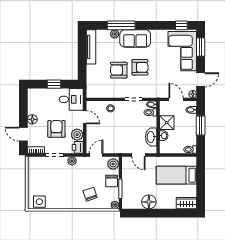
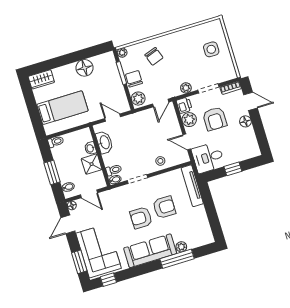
sofa: (135, 38) -> (150, 251), width x1.36
tv unit: (91, 47) -> (192, 186), moved
side table: (39, 202) -> (211, 49), moved

